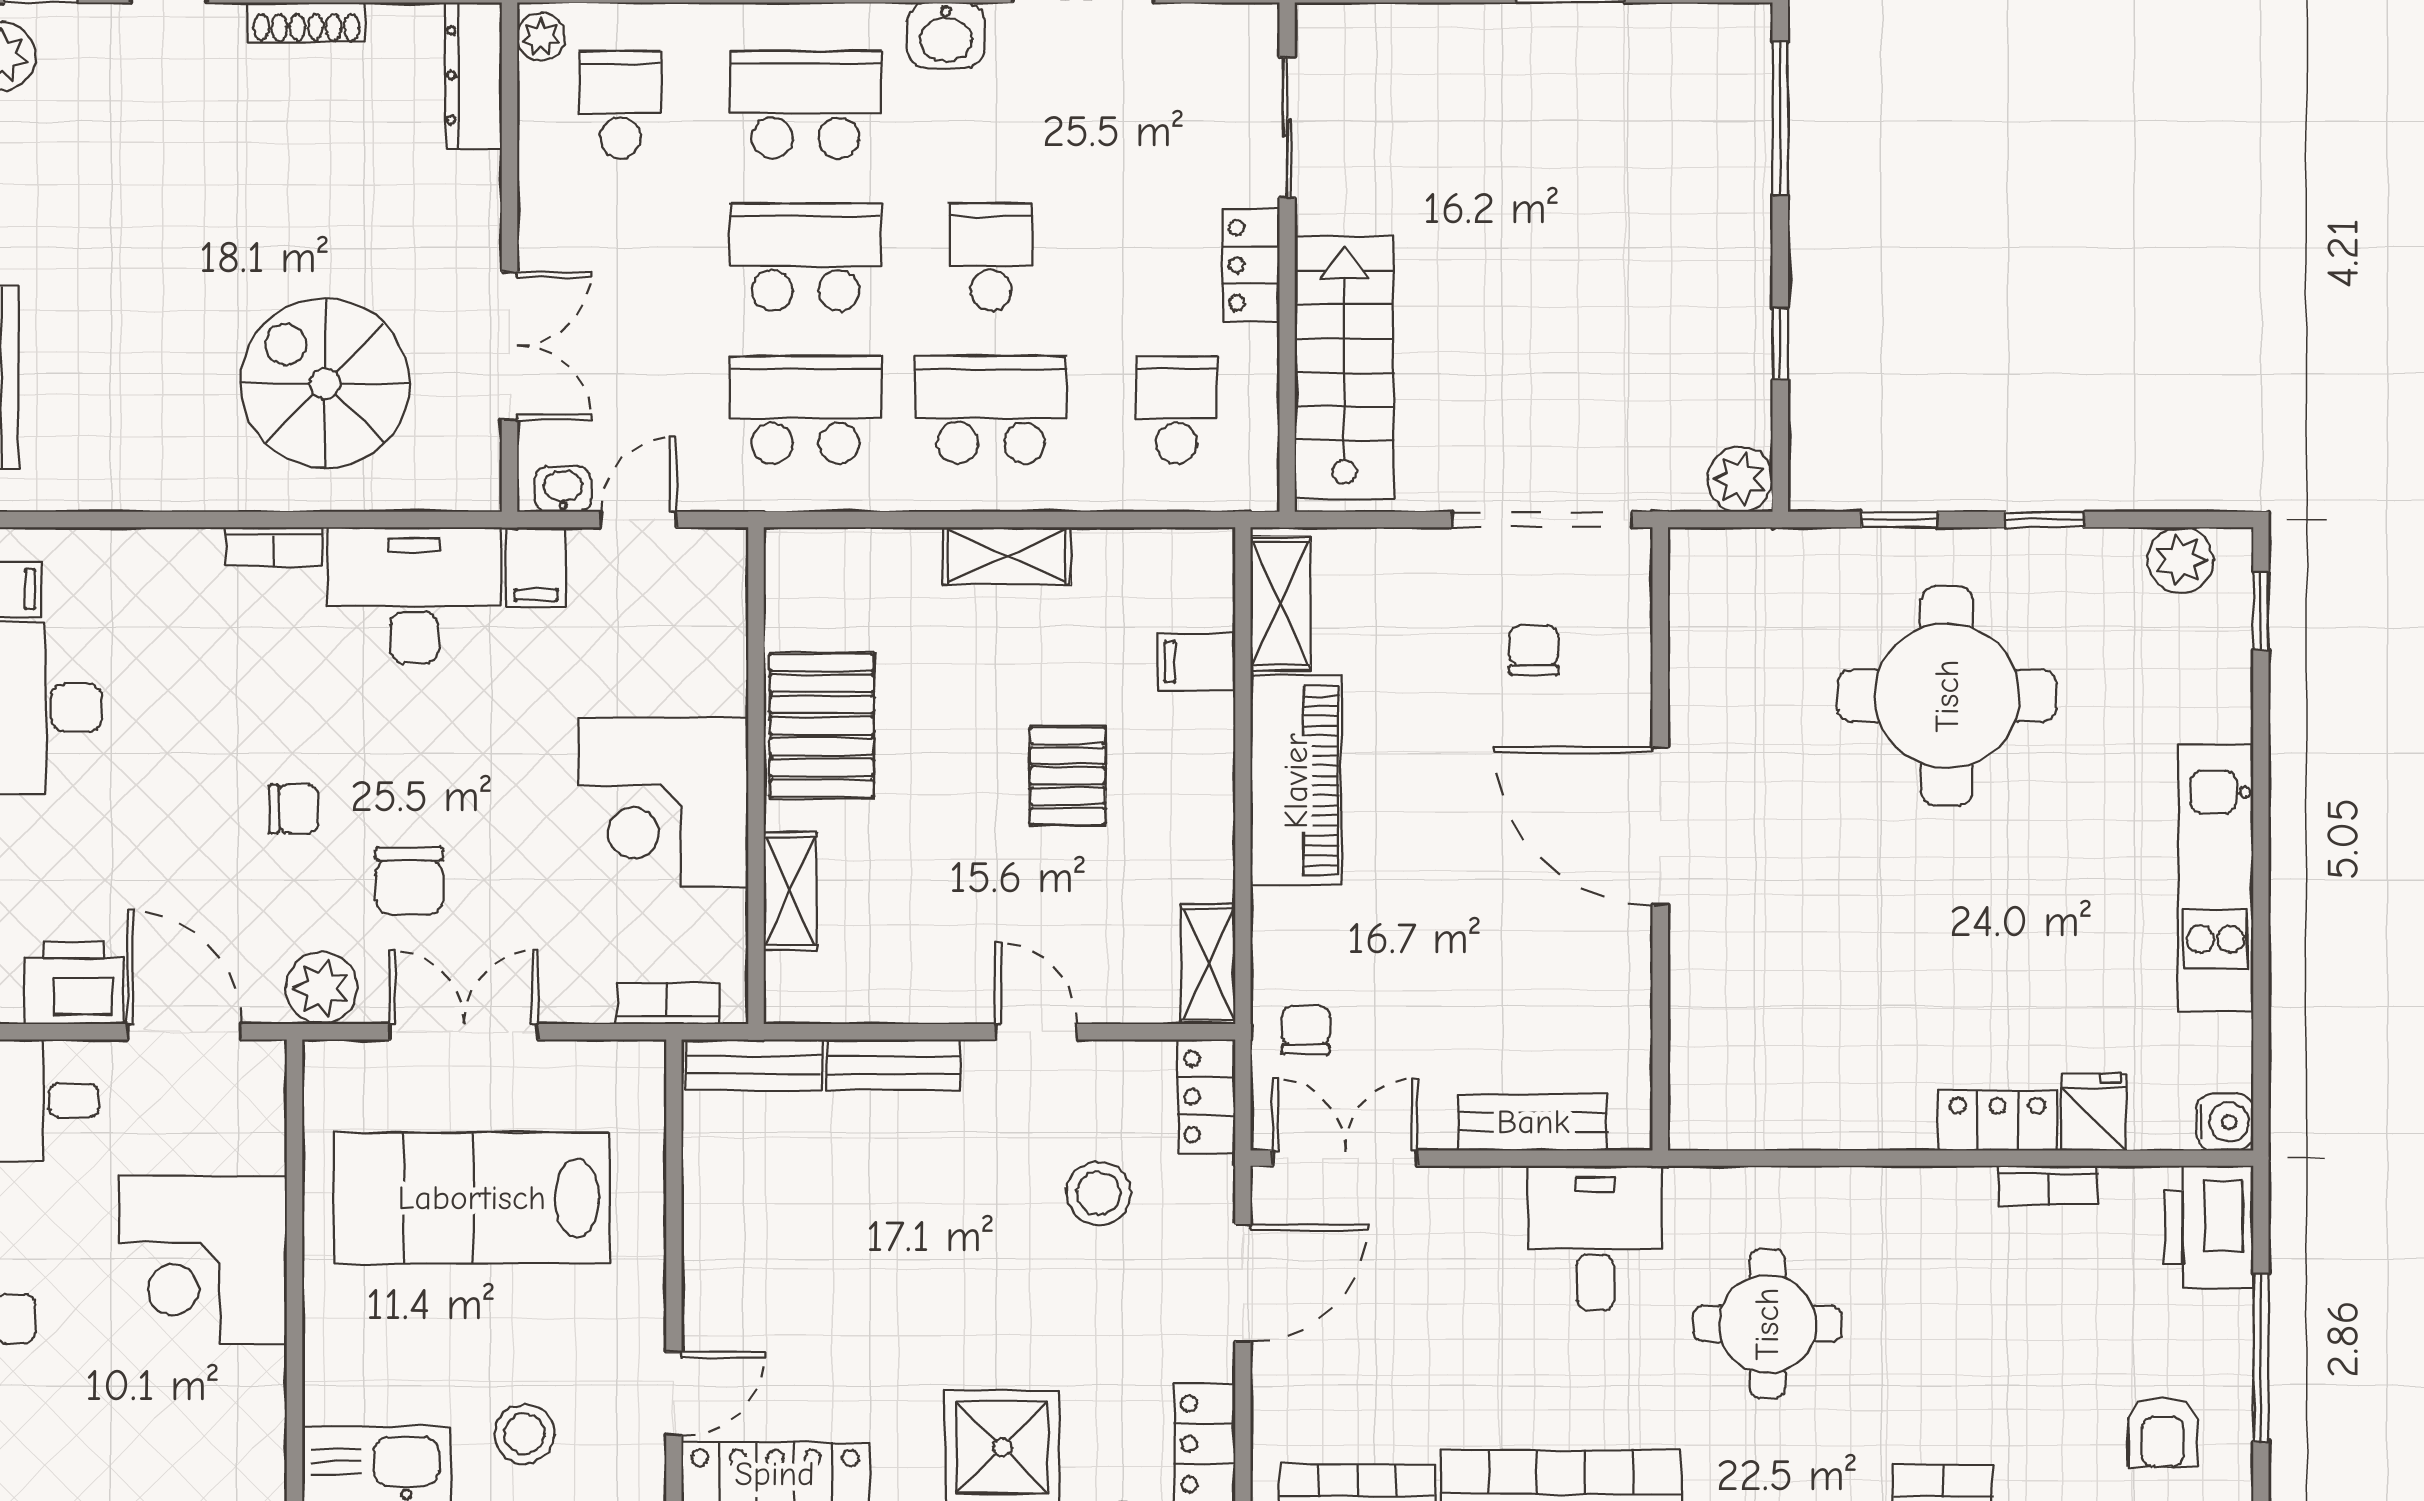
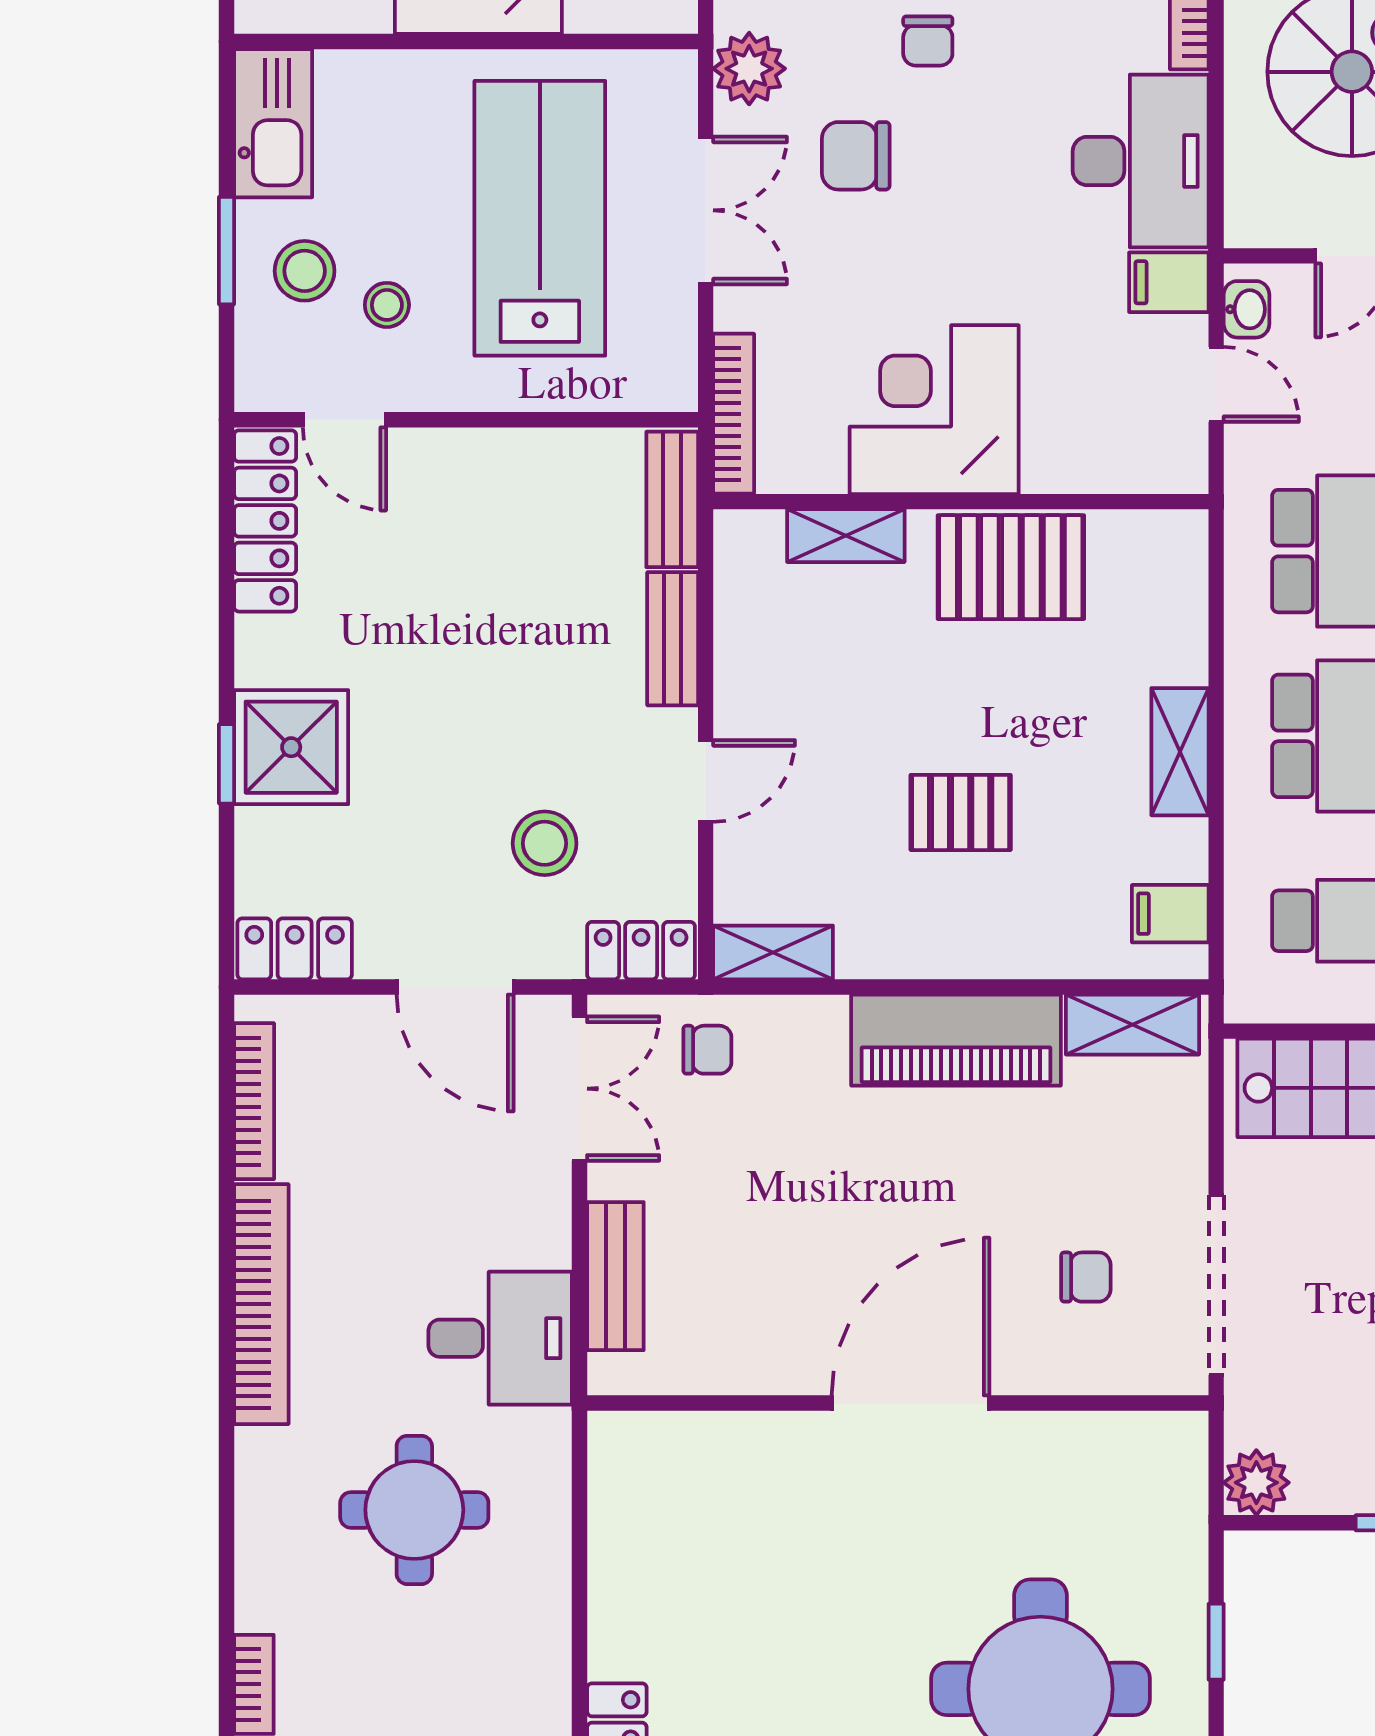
filing cabinet: (1197, 662) -> (1170, 914), moved, turned -90
bookcase: (668, 1004) -> (734, 414), width x1.56
stool: (559, 1351) -> (387, 305), added

